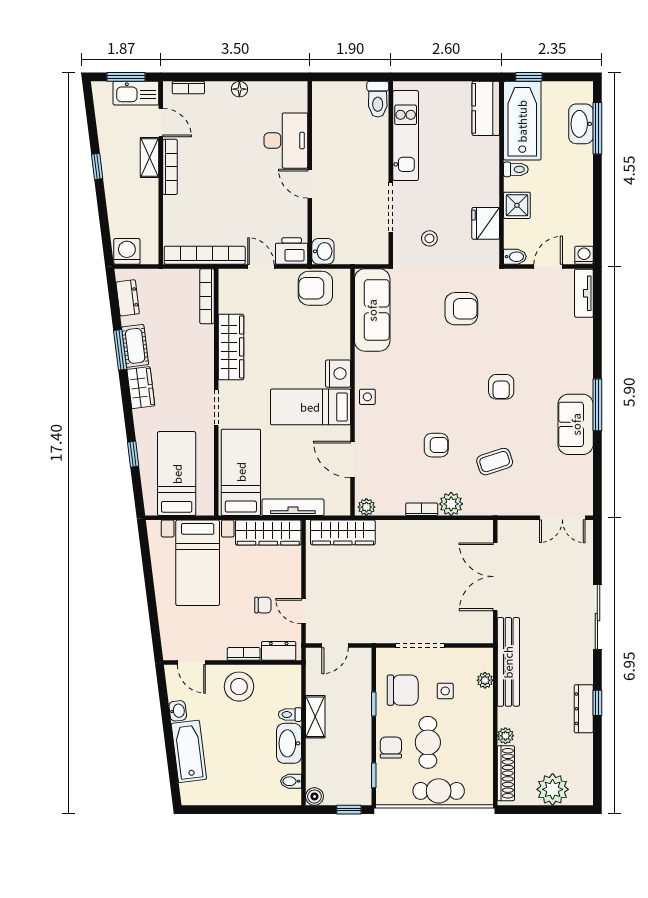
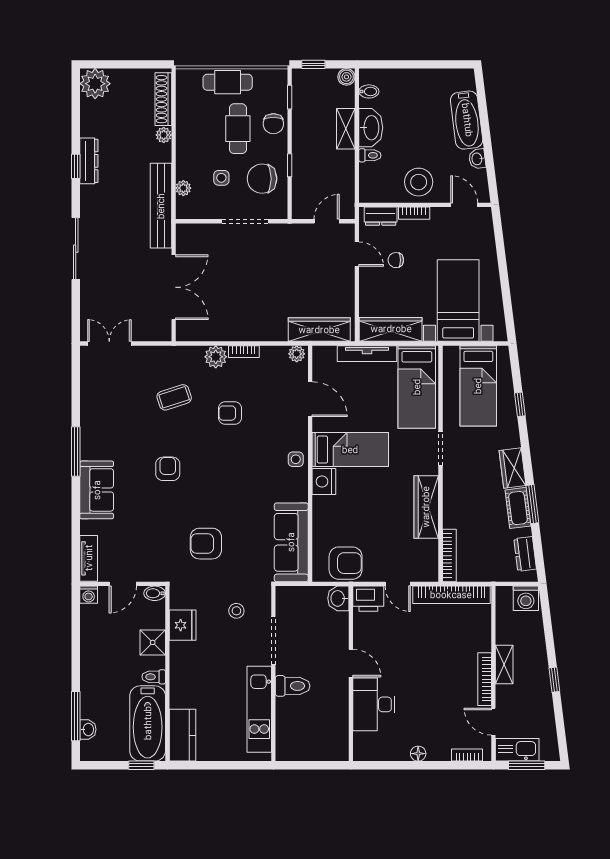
toilet: (378, 99) -> (293, 686), moved, turned 90
washbasin: (581, 124) -> (88, 729), width x0.52, depth x0.69
shelving: (150, 157) -> (504, 665), moved
sofa: (576, 424) -> (97, 490), moved
shelving: (315, 717) -> (346, 129), moved
plant: (553, 789) -> (95, 84), moved

